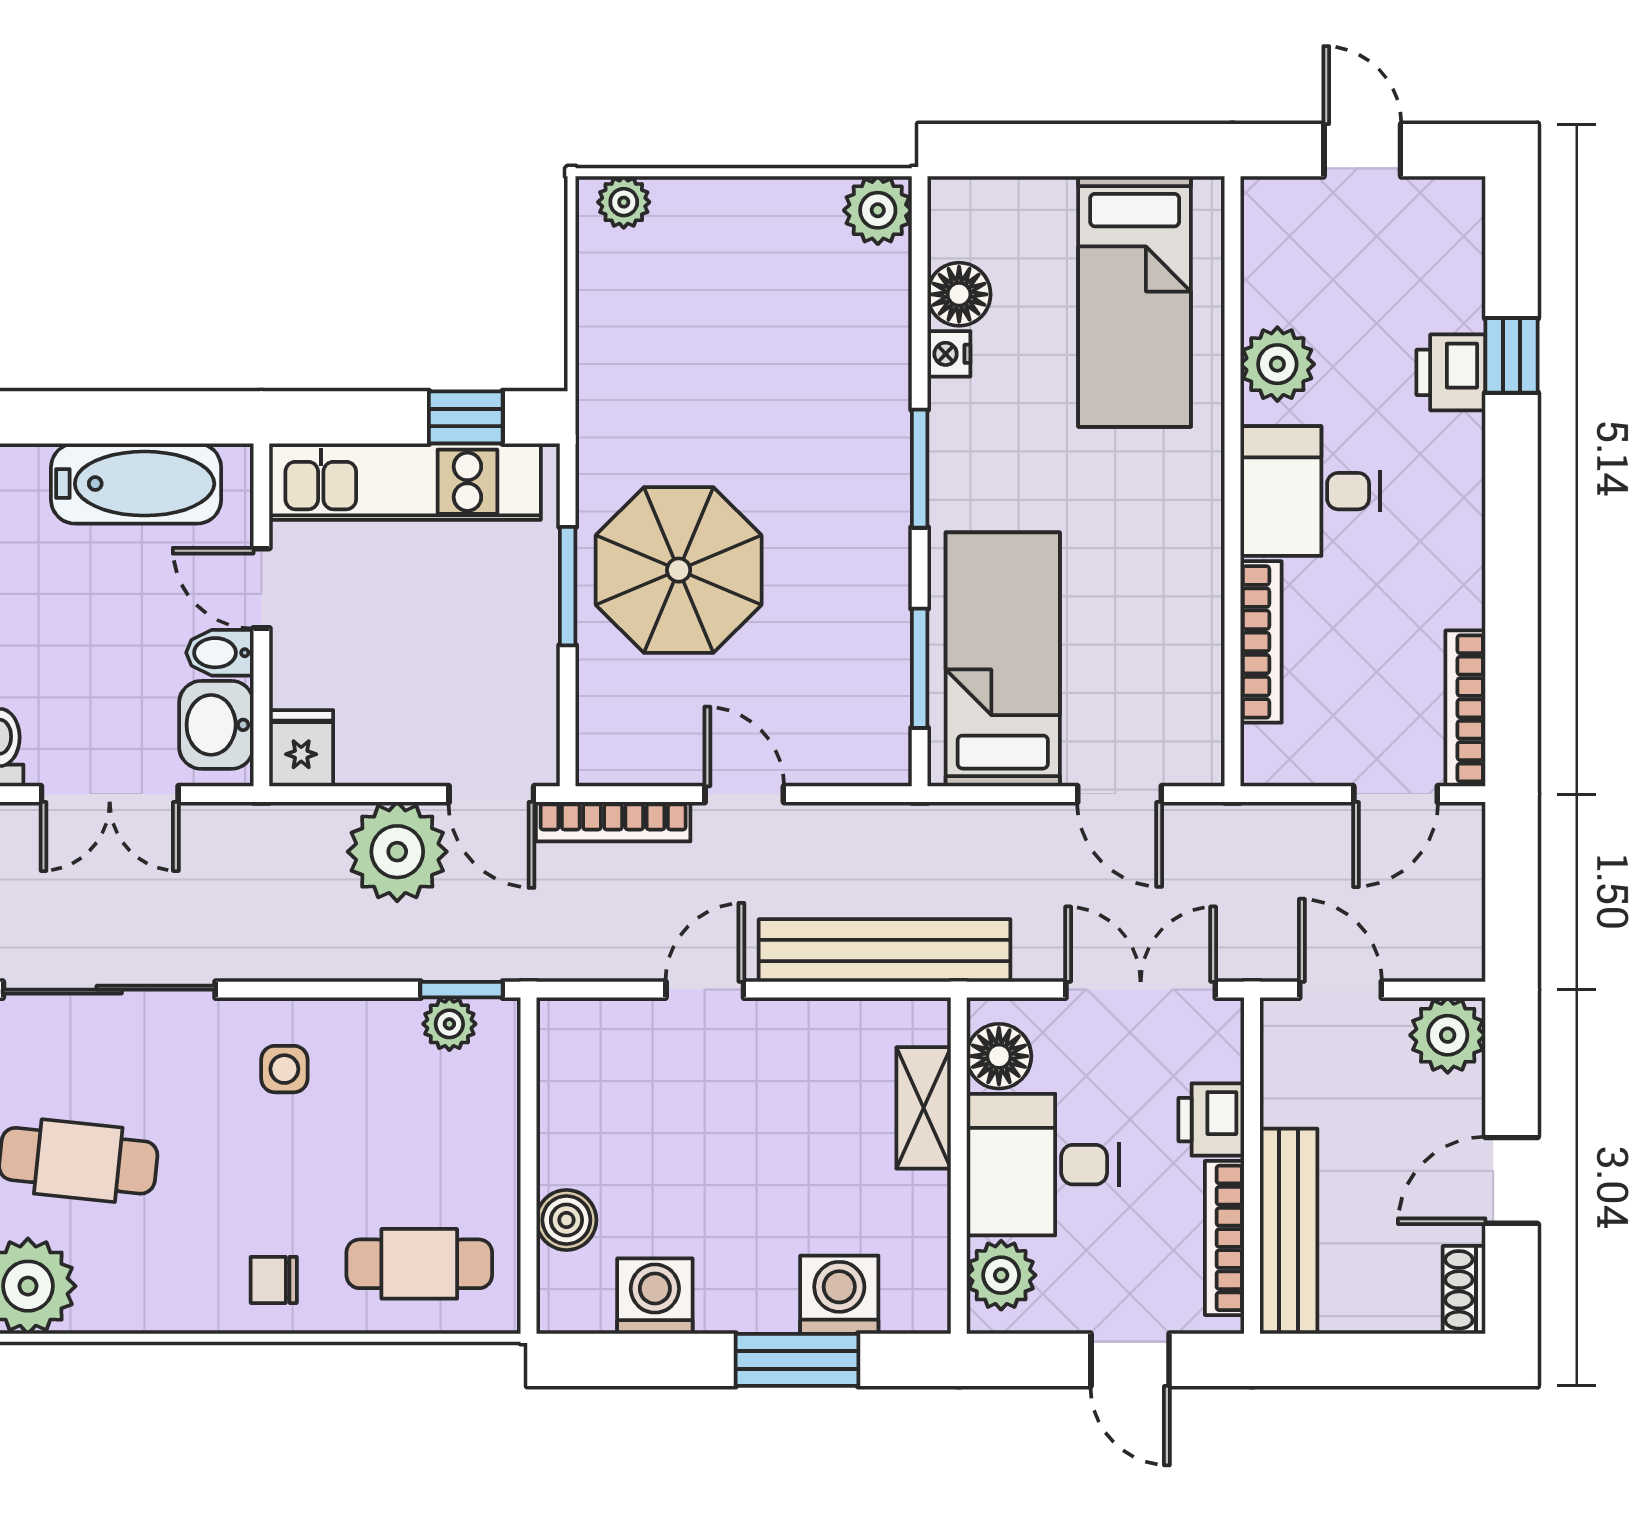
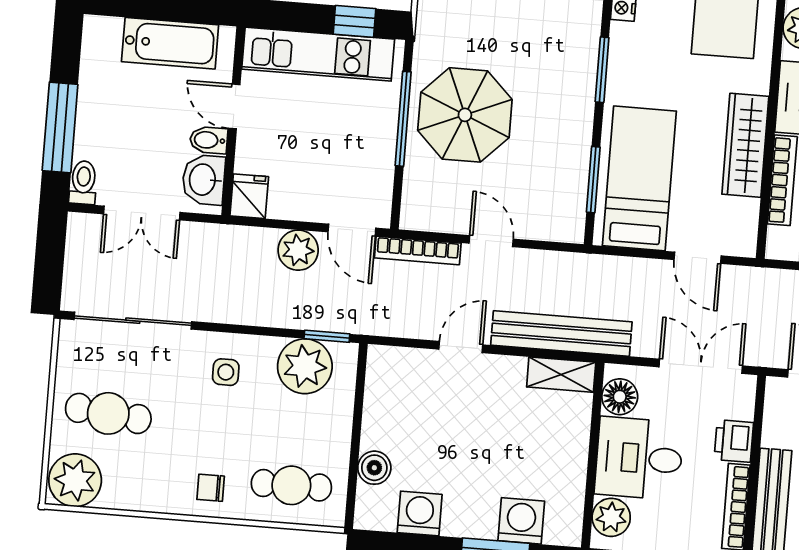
wardrobe: (1189, 584) -> (745, 145), added
window: (568, 586) -> (403, 119), width x1.44
plant: (397, 852) -> (298, 250), width x0.73, depth x0.73
plant: (449, 1024) -> (305, 366), width x1.87, depth x1.87
shelving: (924, 1108) -> (561, 375), moved, turned 90

